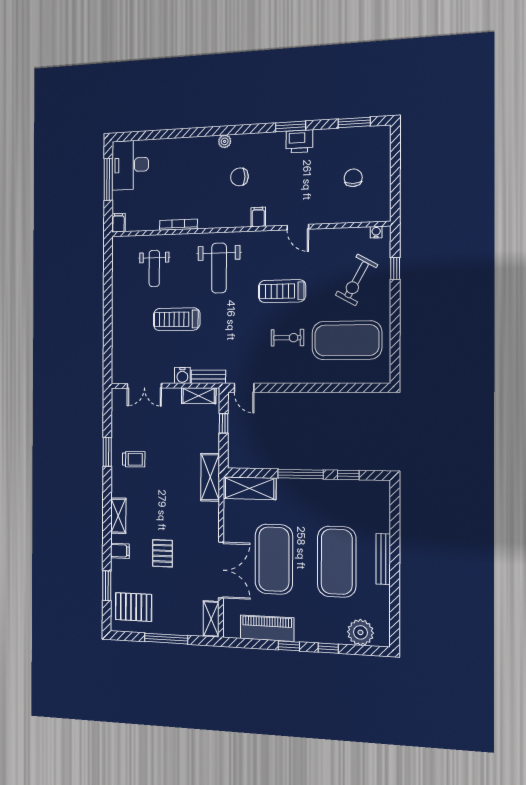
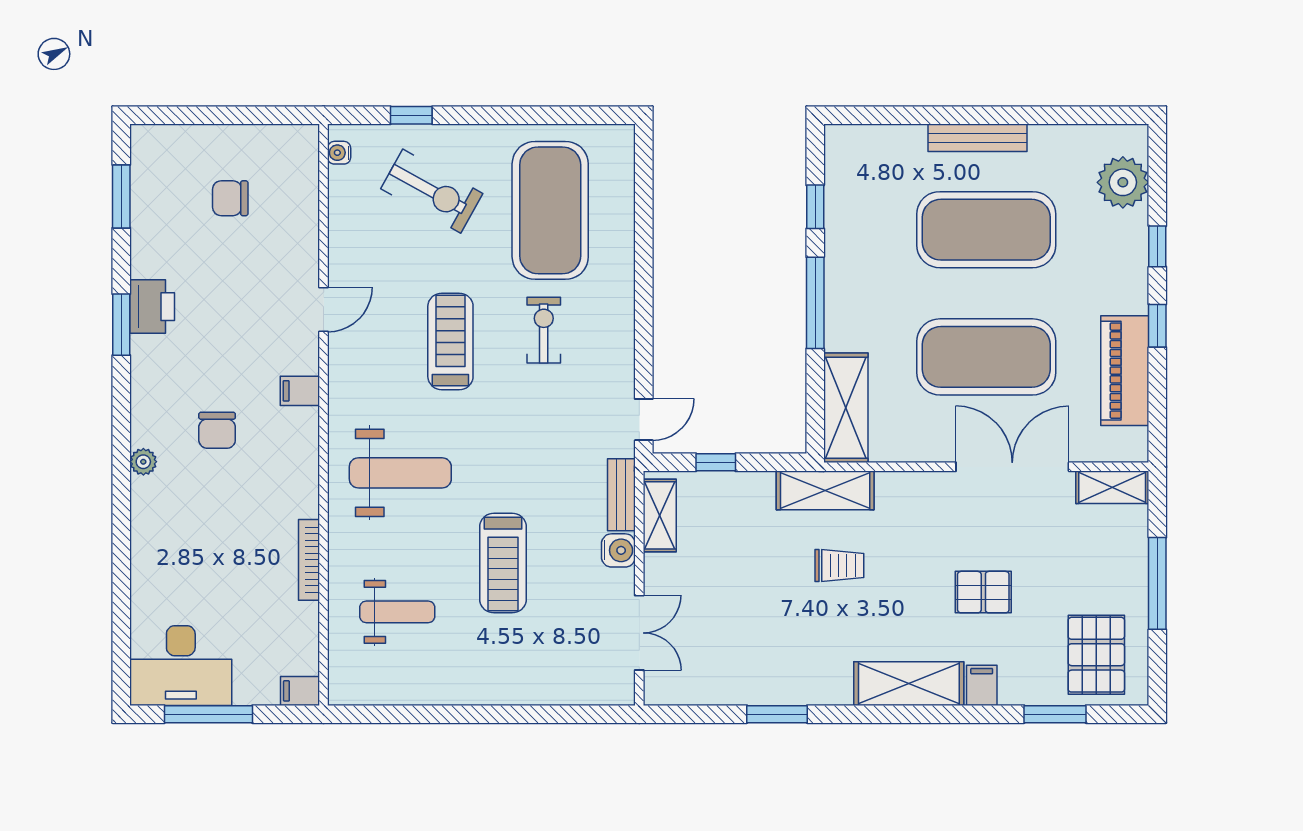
treadmill: (282, 291) -> (450, 341), turned 180
trolley: (134, 459) -> (839, 565), moved, turned 90
shelving: (118, 516) -> (909, 684), width x1.50, depth x1.33

